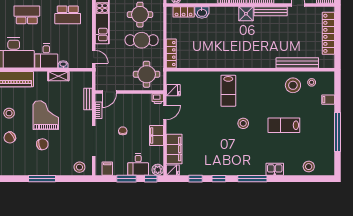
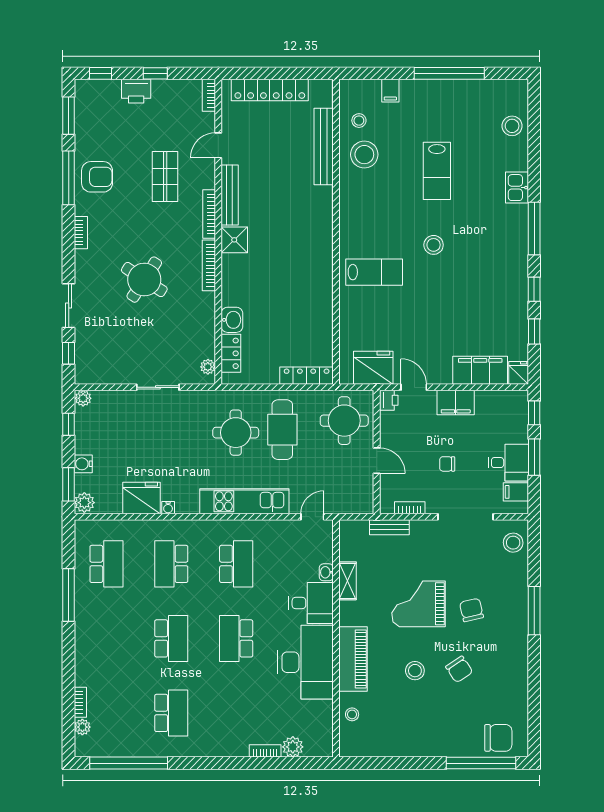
fridge: (173, 90) -> (373, 368), width x1.88, depth x1.34
door: (109, 92) -> (377, 461), moved
desk: (138, 164) -> (508, 463), moved
plant: (158, 170) -> (518, 400), removed

